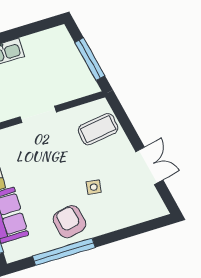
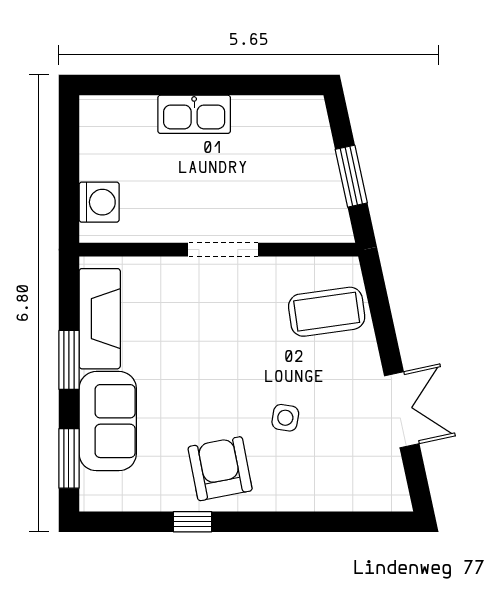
window: (90, 59) -> (351, 176), width x0.69
window: (64, 252) -> (193, 522), width x0.32

